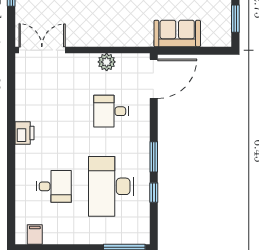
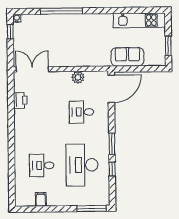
printer: (24, 133) -> (20, 100), moved
desk: (54, 186) -> (42, 165), turned 180
filing cabinet: (35, 235) -> (41, 199), moved

